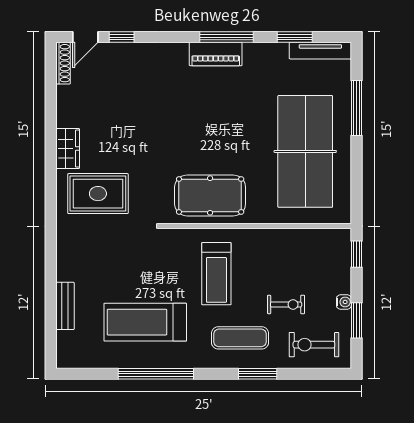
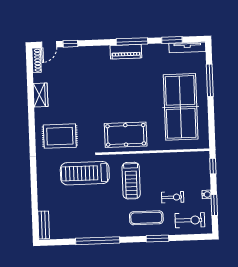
wardrobe: (68, 149) -> (40, 95), moved
bench: (65, 306) -> (44, 225), moved
treadmill: (145, 322) -> (85, 173), moved
exercise bike: (314, 345) -> (190, 220), turned 180

